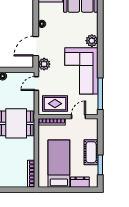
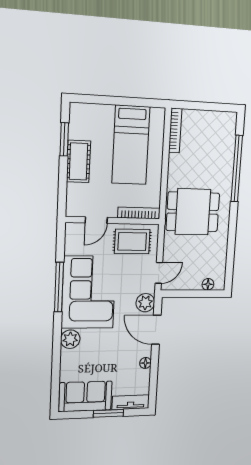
door: (36, 46) -> (156, 330), swing flipped
window: (100, 94) -> (59, 287), moved
dresser: (80, 182) -> (99, 112), removed

